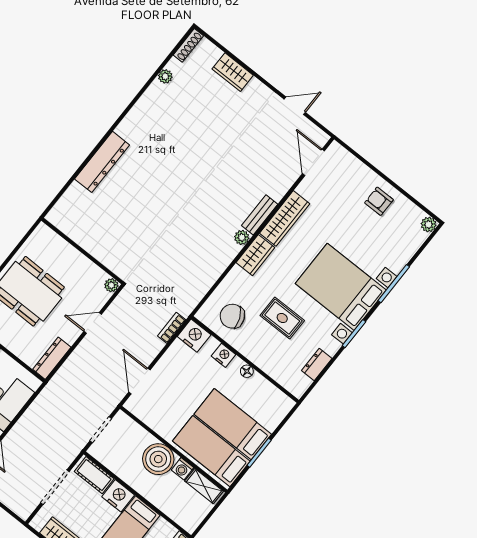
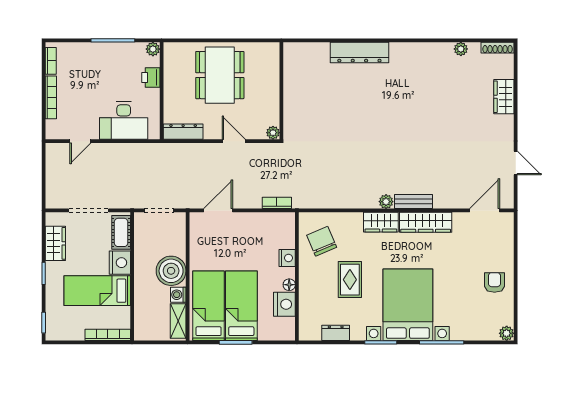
nightstand: (194, 336) -> (284, 304), moved

